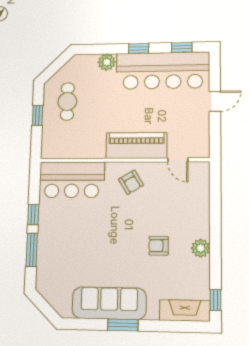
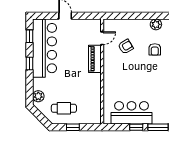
plant: (107, 62) -> (38, 96), moved
piano: (136, 146) -> (95, 59), width x0.73, depth x0.75
bar counter: (72, 180) -> (132, 113), moved, turned -90
armchair: (131, 182) -> (126, 47), moved

